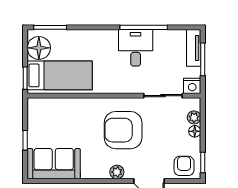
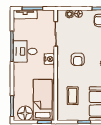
nightstand: (192, 86) -> (49, 59), moved
coffee table: (66, 122) -> (73, 96), added
armchair: (123, 130) -> (78, 59), width x0.53, depth x0.53

